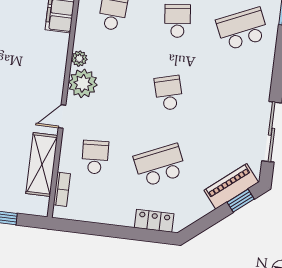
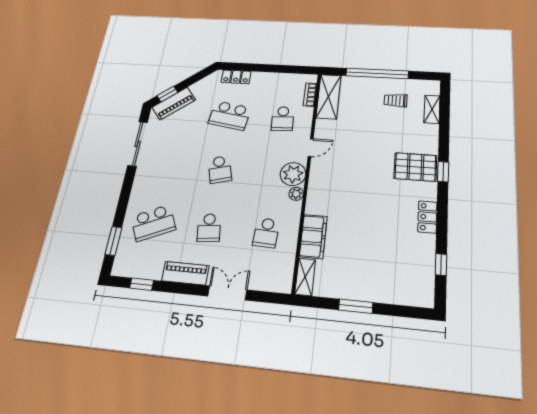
shelving: (42, 164) -> (329, 97), moved
school desk: (160, 165) -> (230, 116), turned 33

